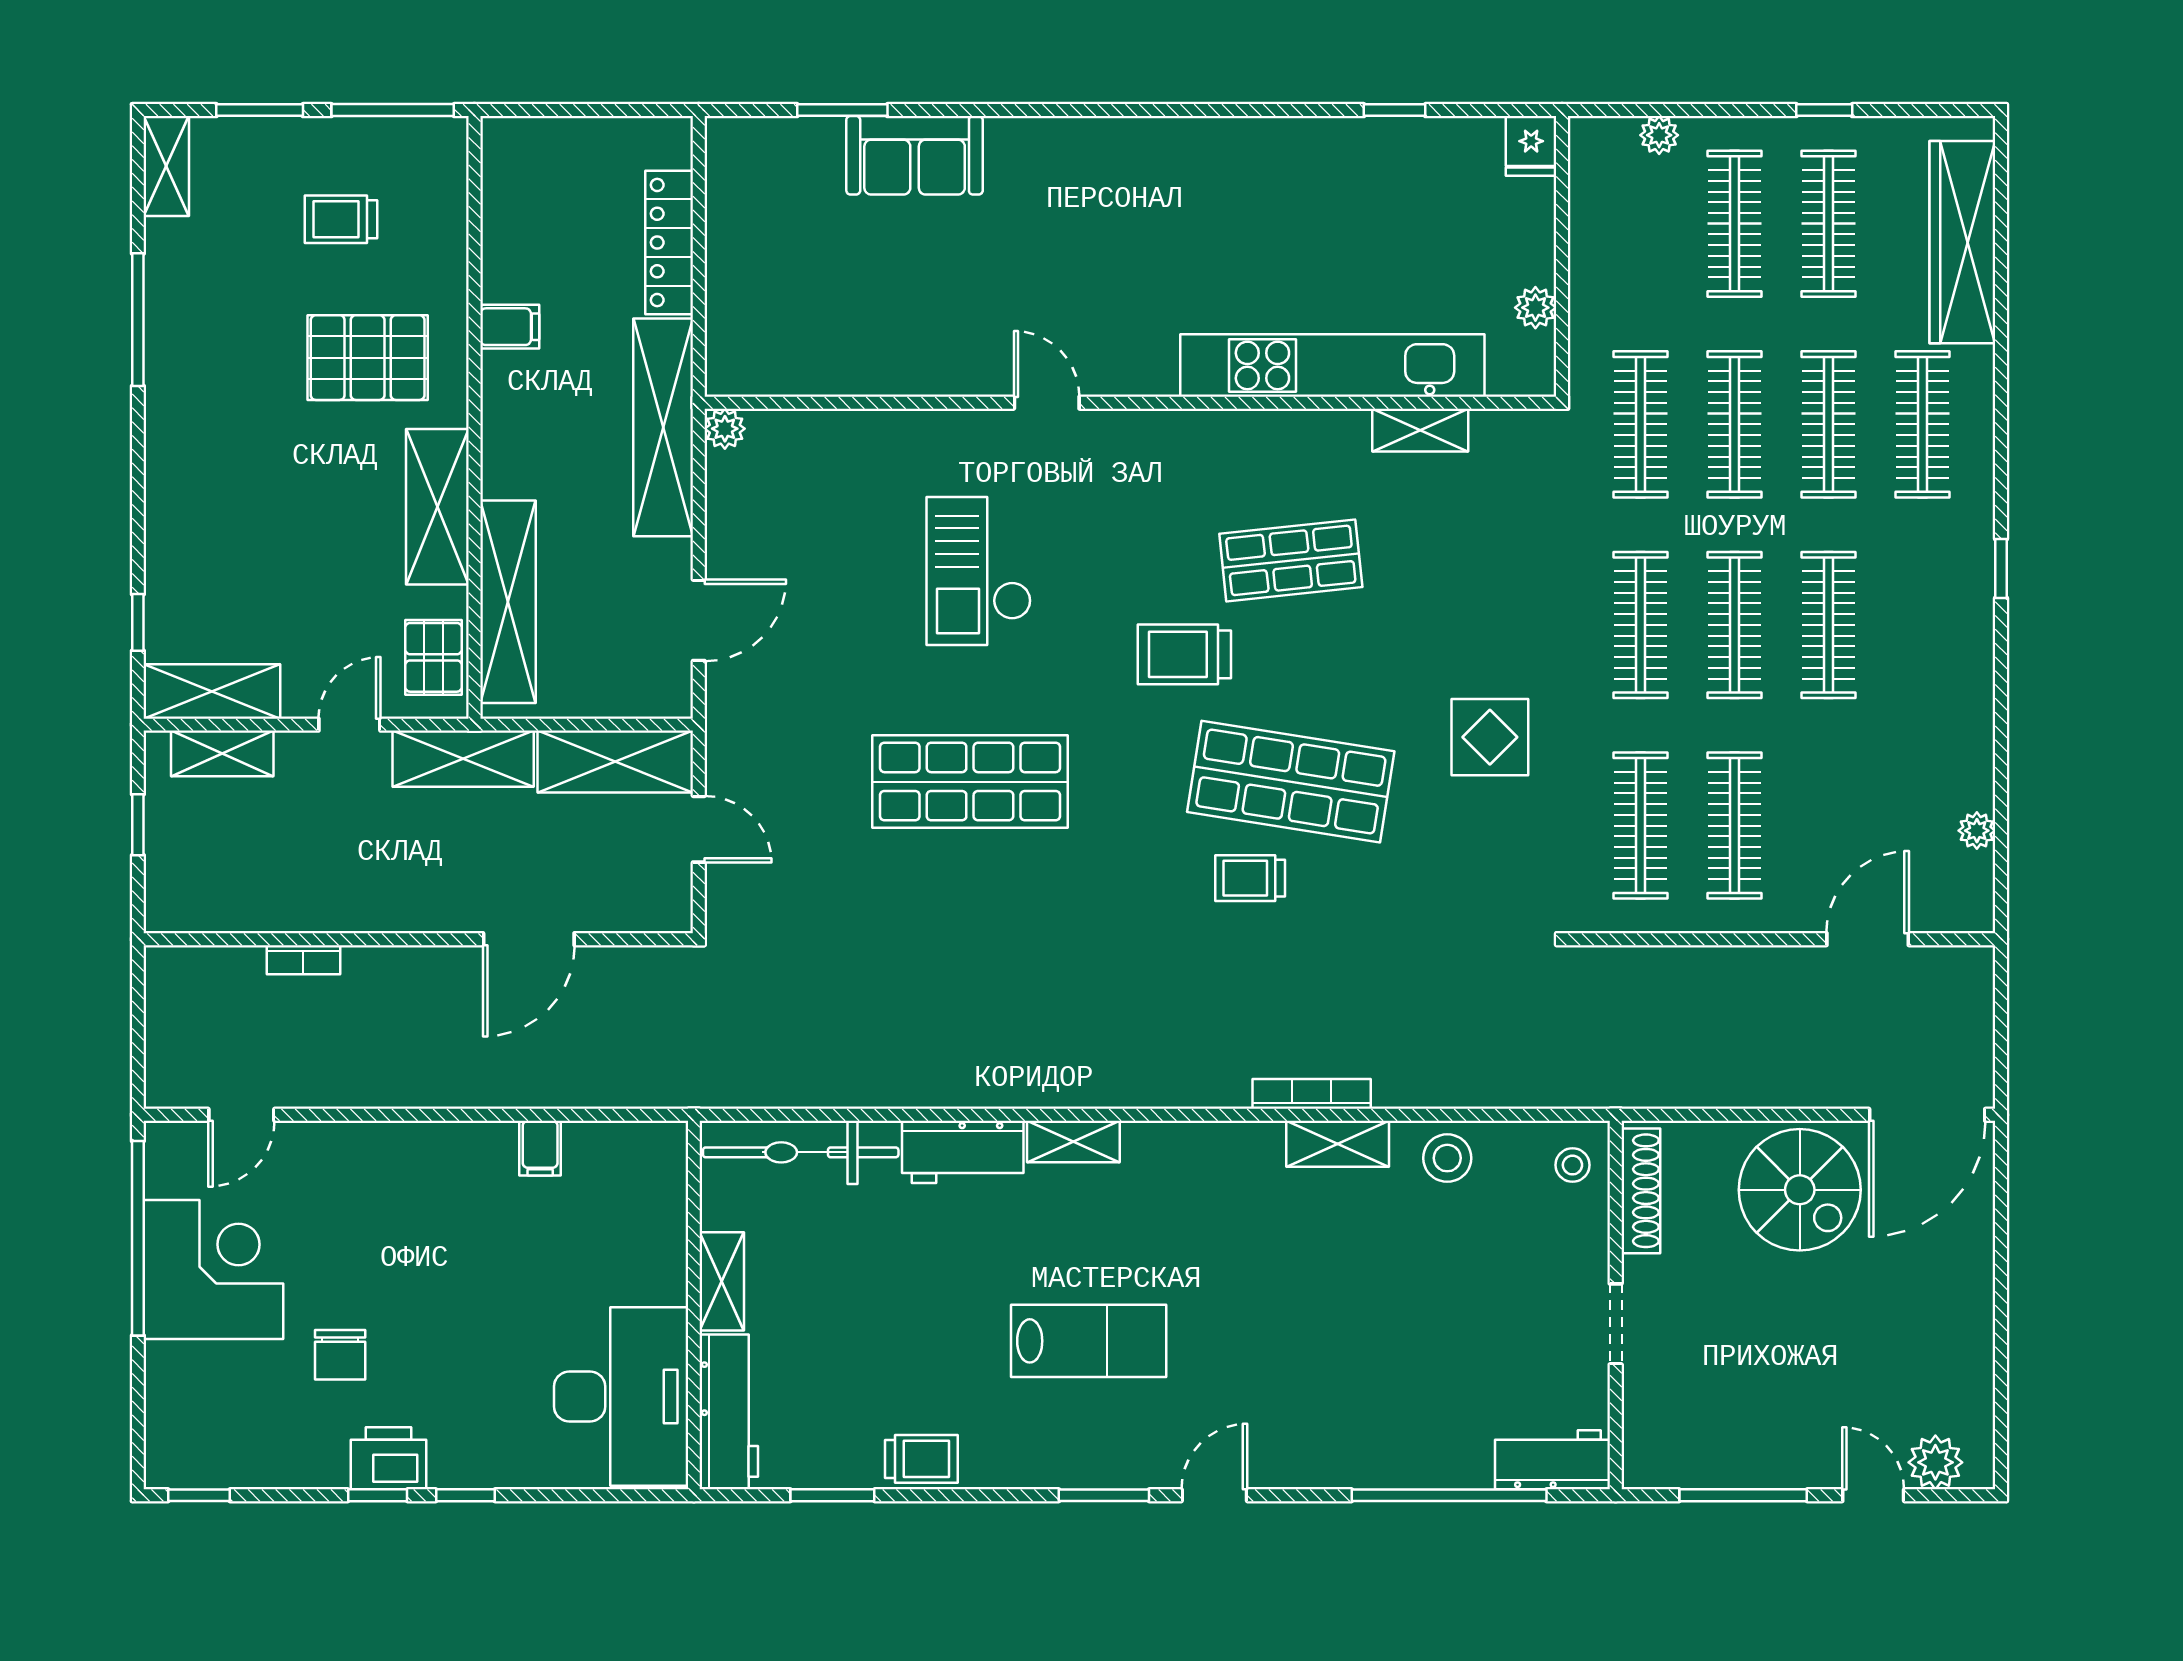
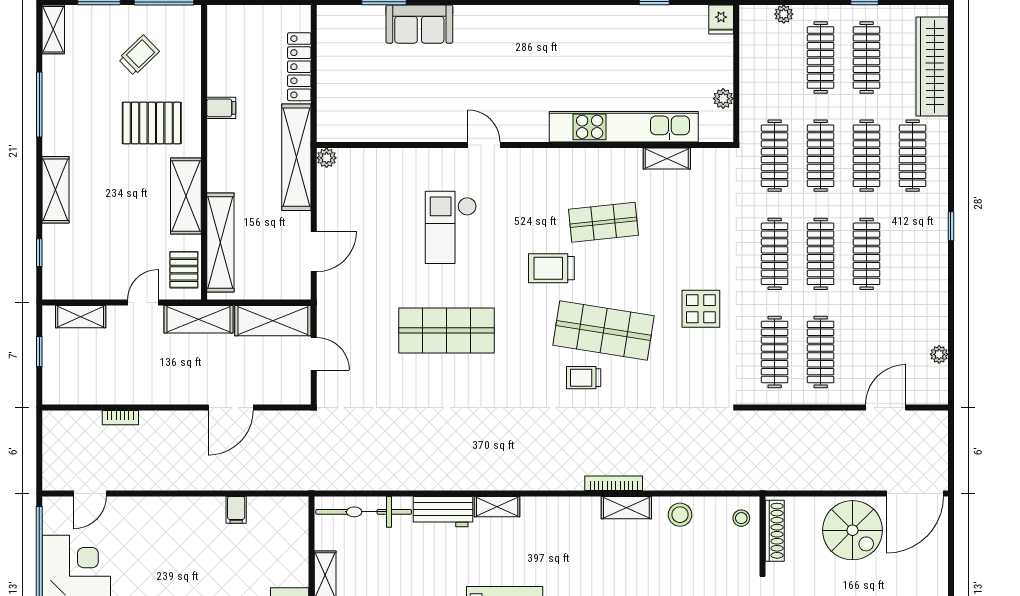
trolley: (341, 219) -> (139, 55), turned 136
shelving: (212, 691) -> (56, 190), moved, turned 90

